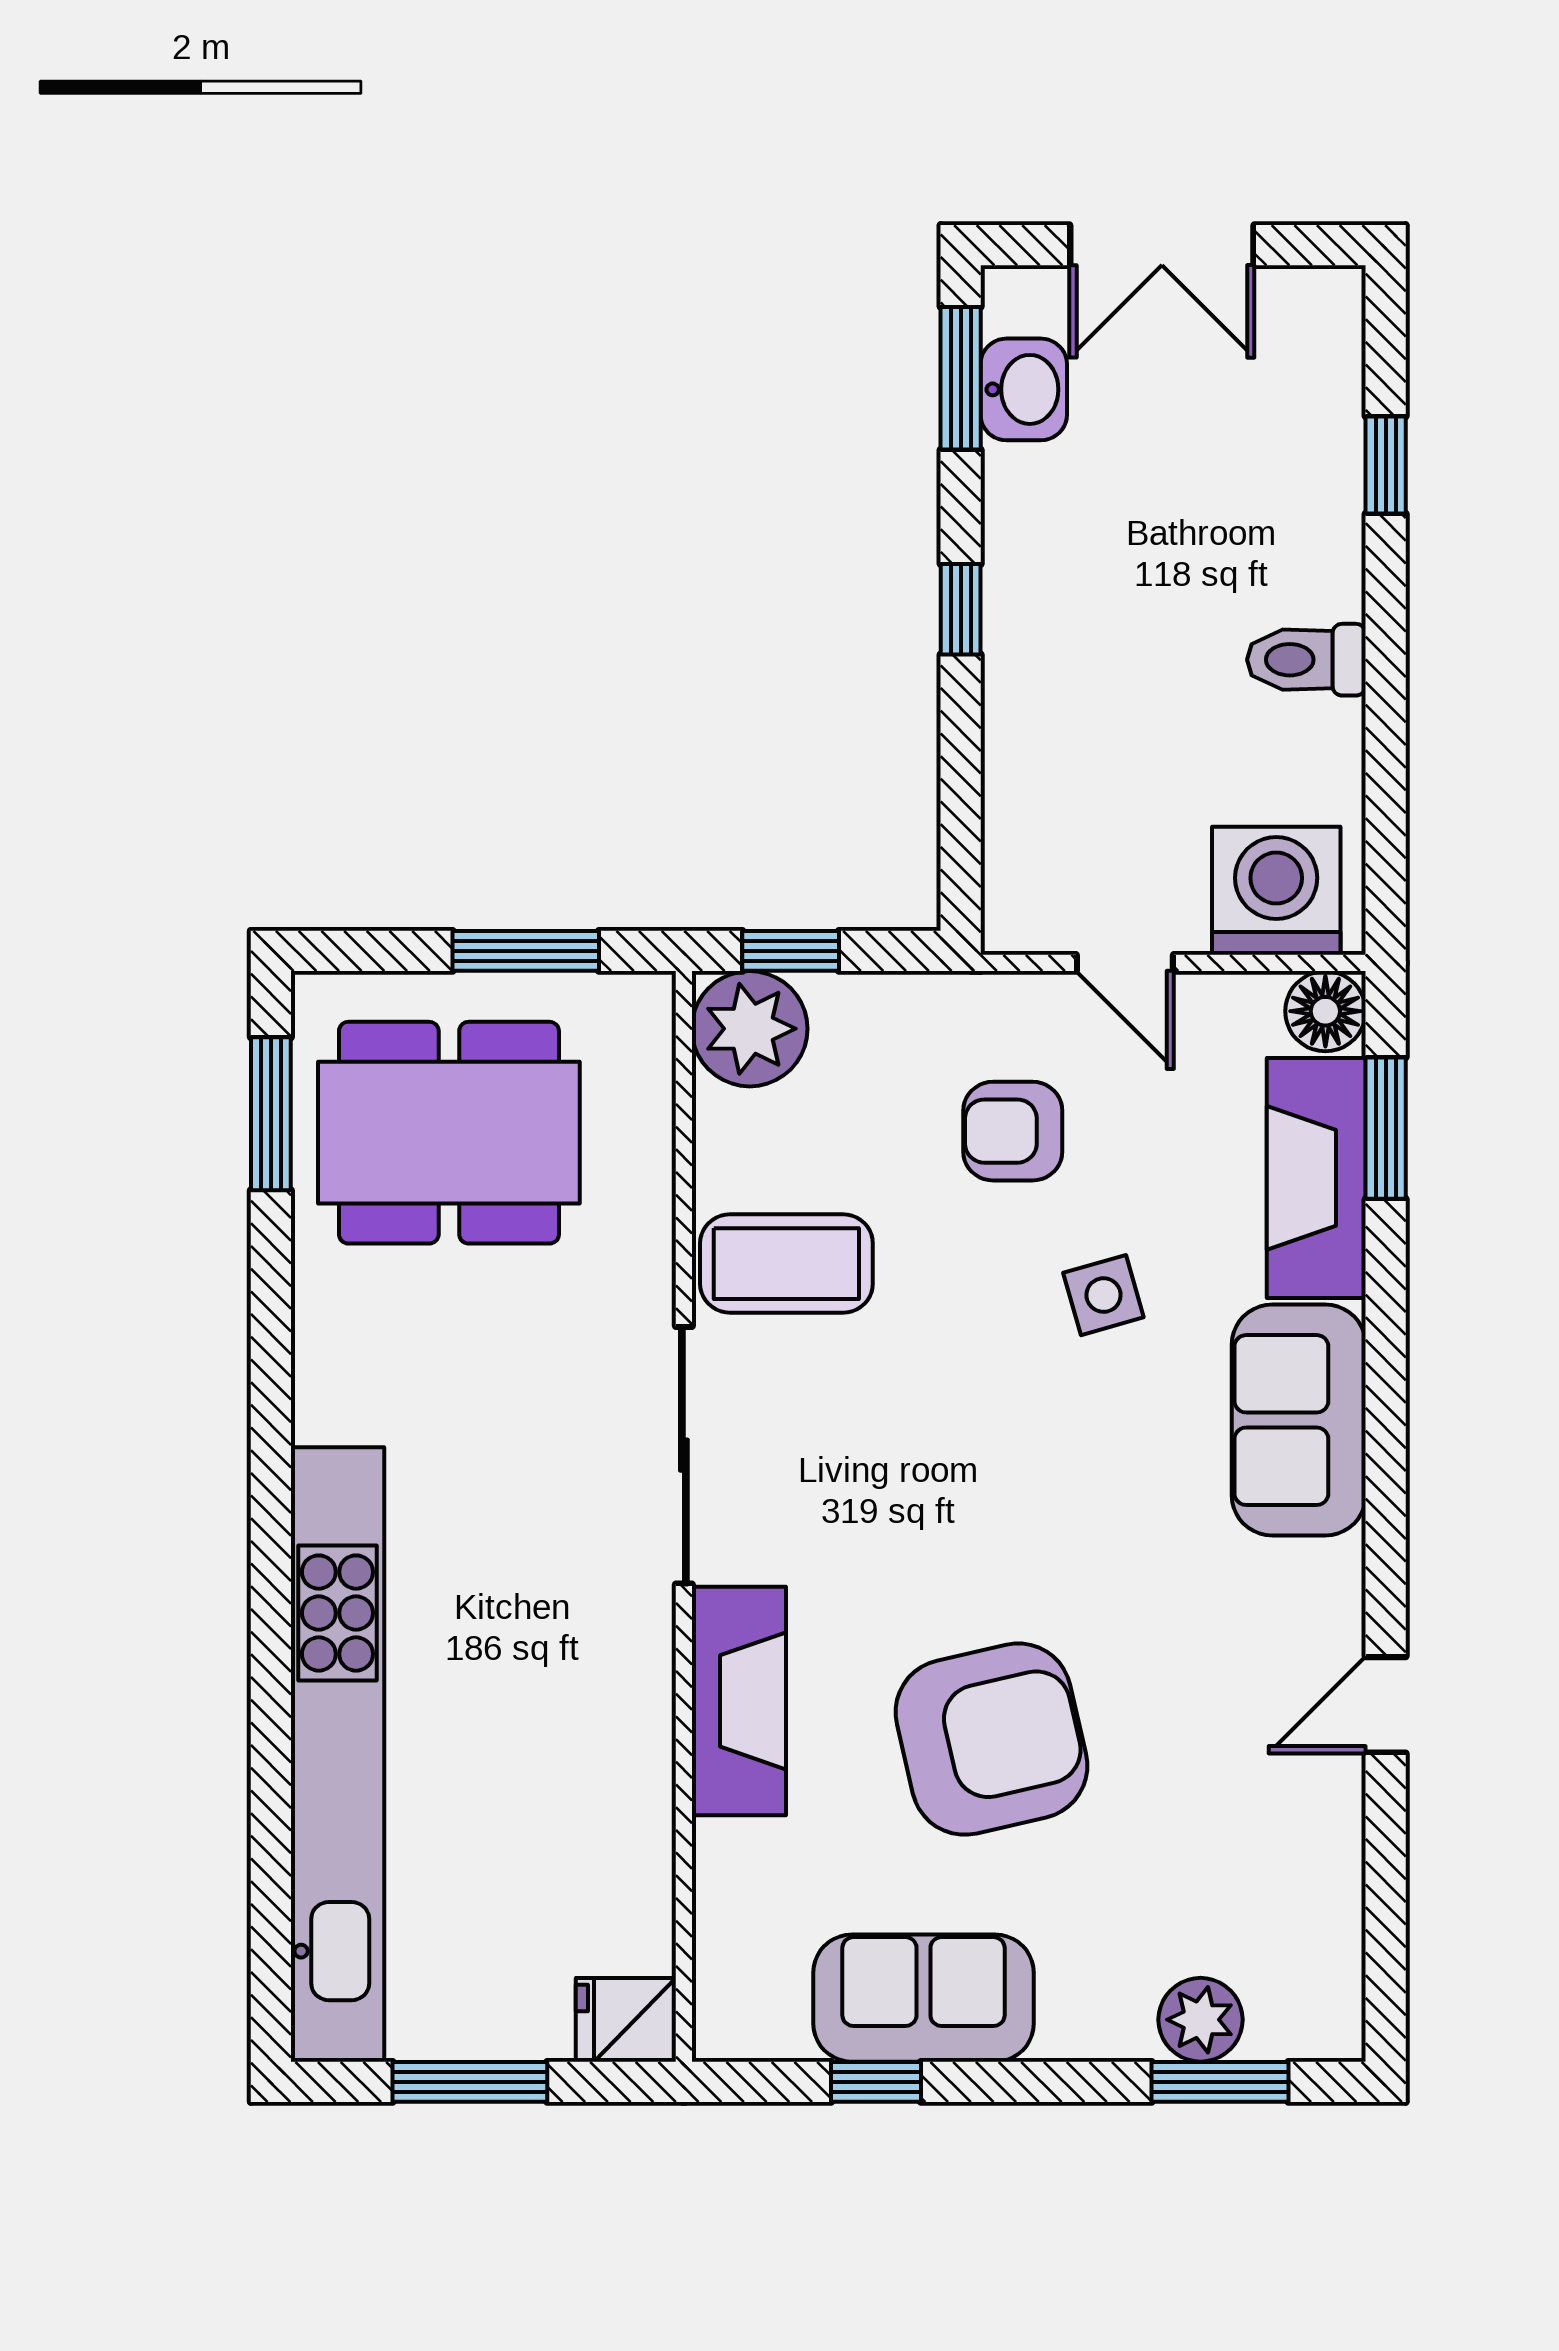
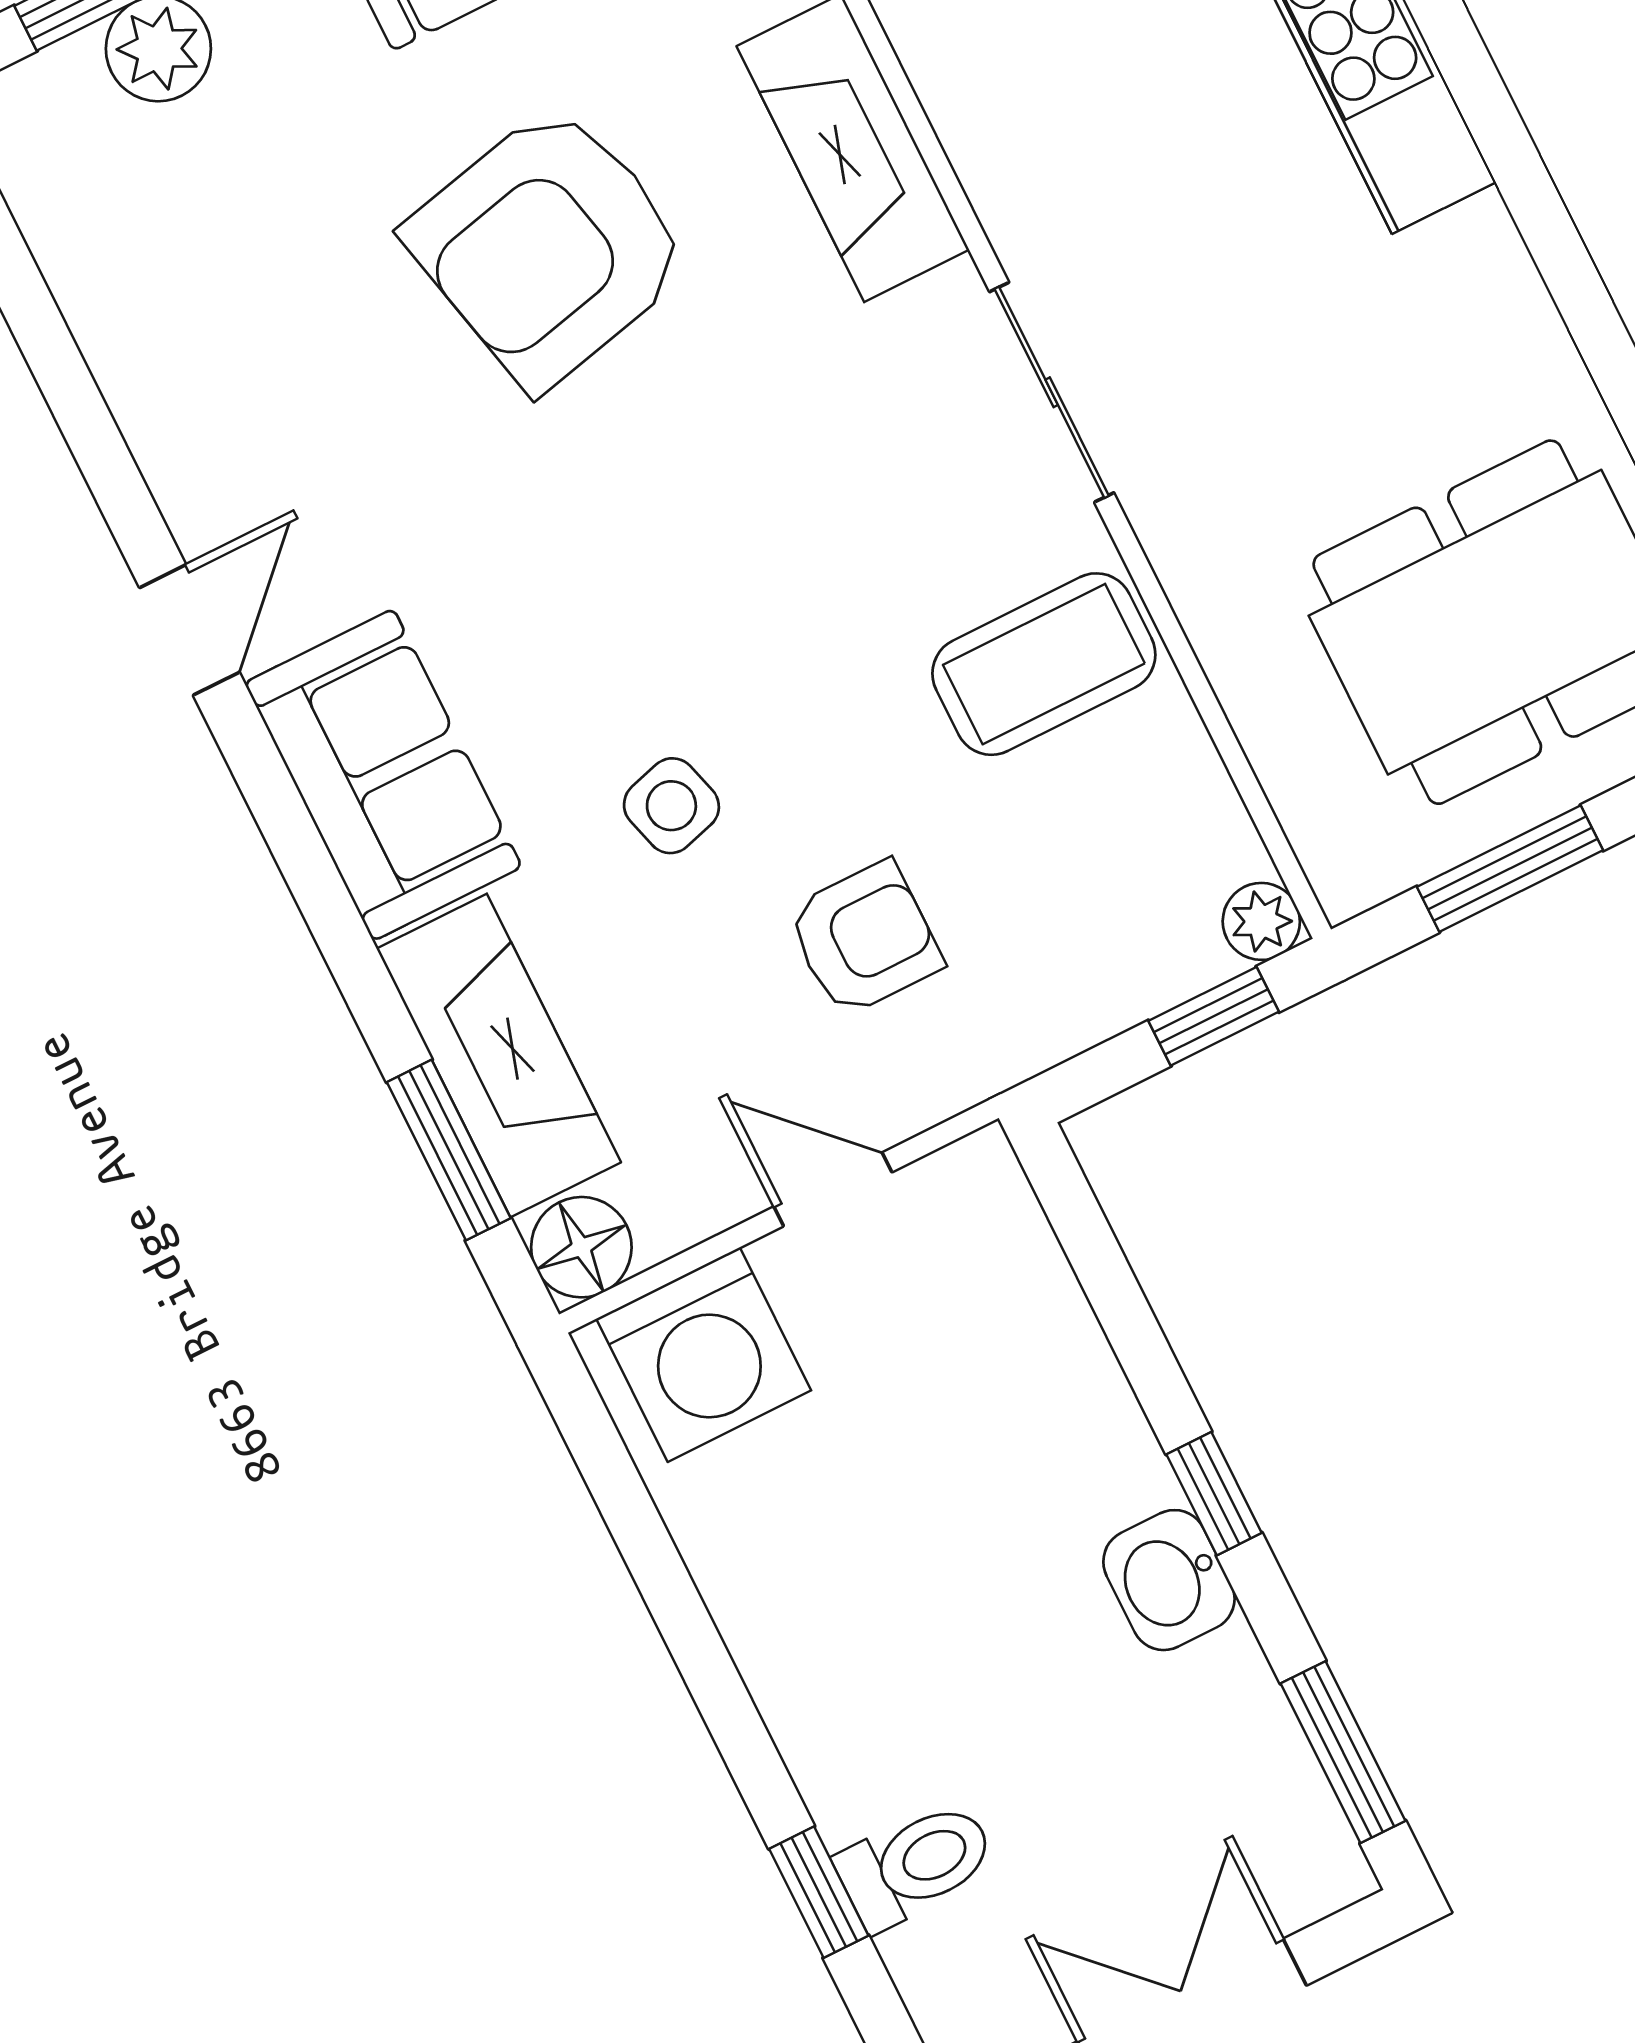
washbasin: (1024, 389) -> (1169, 1580), moved
toilet: (1306, 660) -> (916, 1864), moved
plant: (750, 1029) -> (1261, 921), width x0.53, depth x0.53
sliding door: (684, 1455) -> (1052, 392), width x0.73
door: (1386, 1705) -> (189, 630), moved

